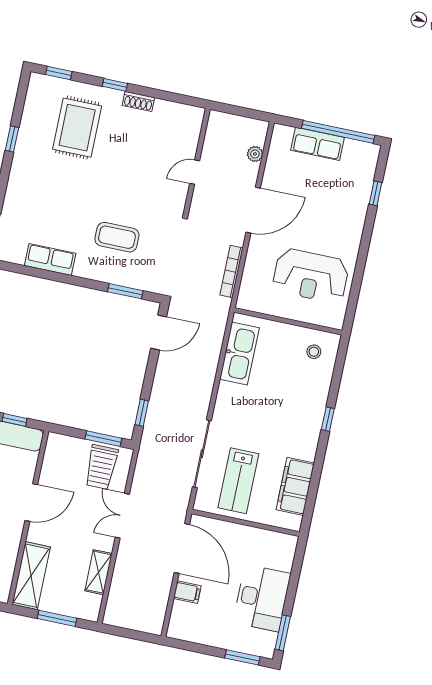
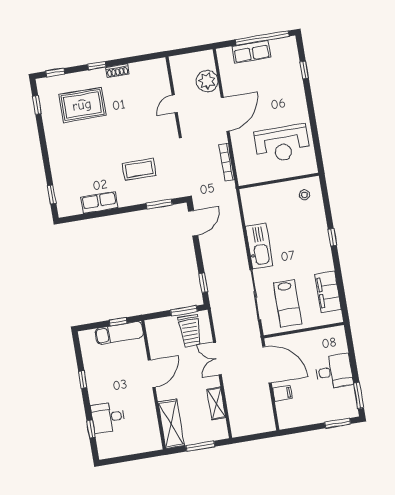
rug: (77, 128) -> (82, 105), turned 90
window: (12, 139) -> (37, 105), moved
plant: (255, 154) -> (207, 81), width x1.88, depth x1.88
kitchen sink: (239, 354) -> (259, 246), moved
desk: (262, 598) -> (334, 371), width x0.73

